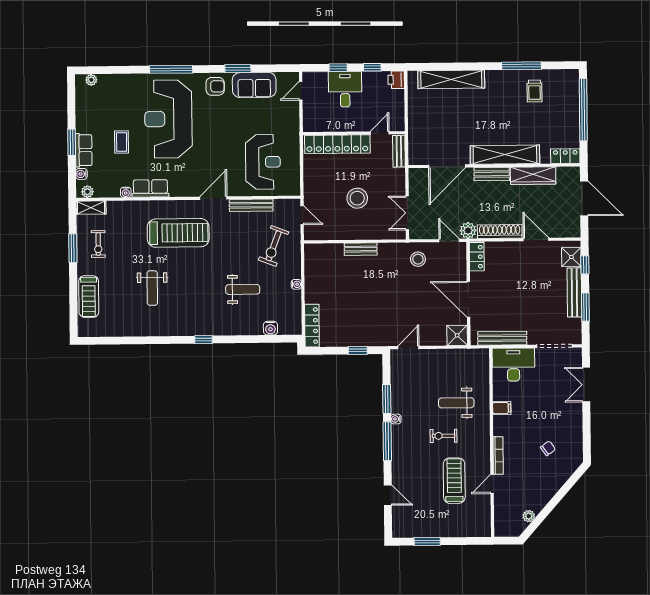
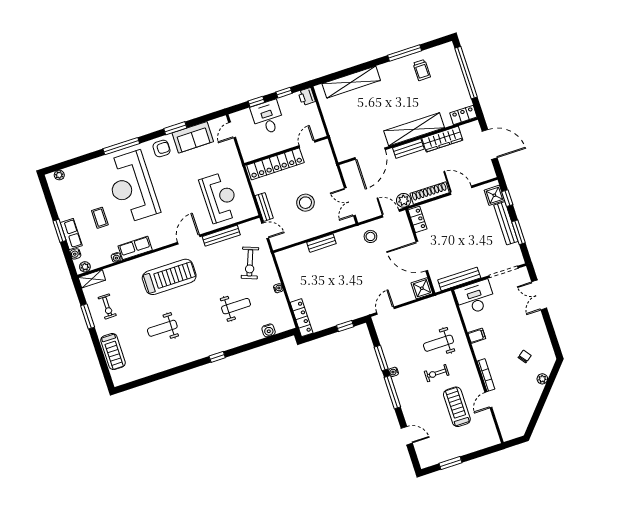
bench: (399, 151) -> (264, 207), moved
weight bench: (152, 288) -> (162, 328), turned 90
plant: (529, 516) -> (542, 379), moved

